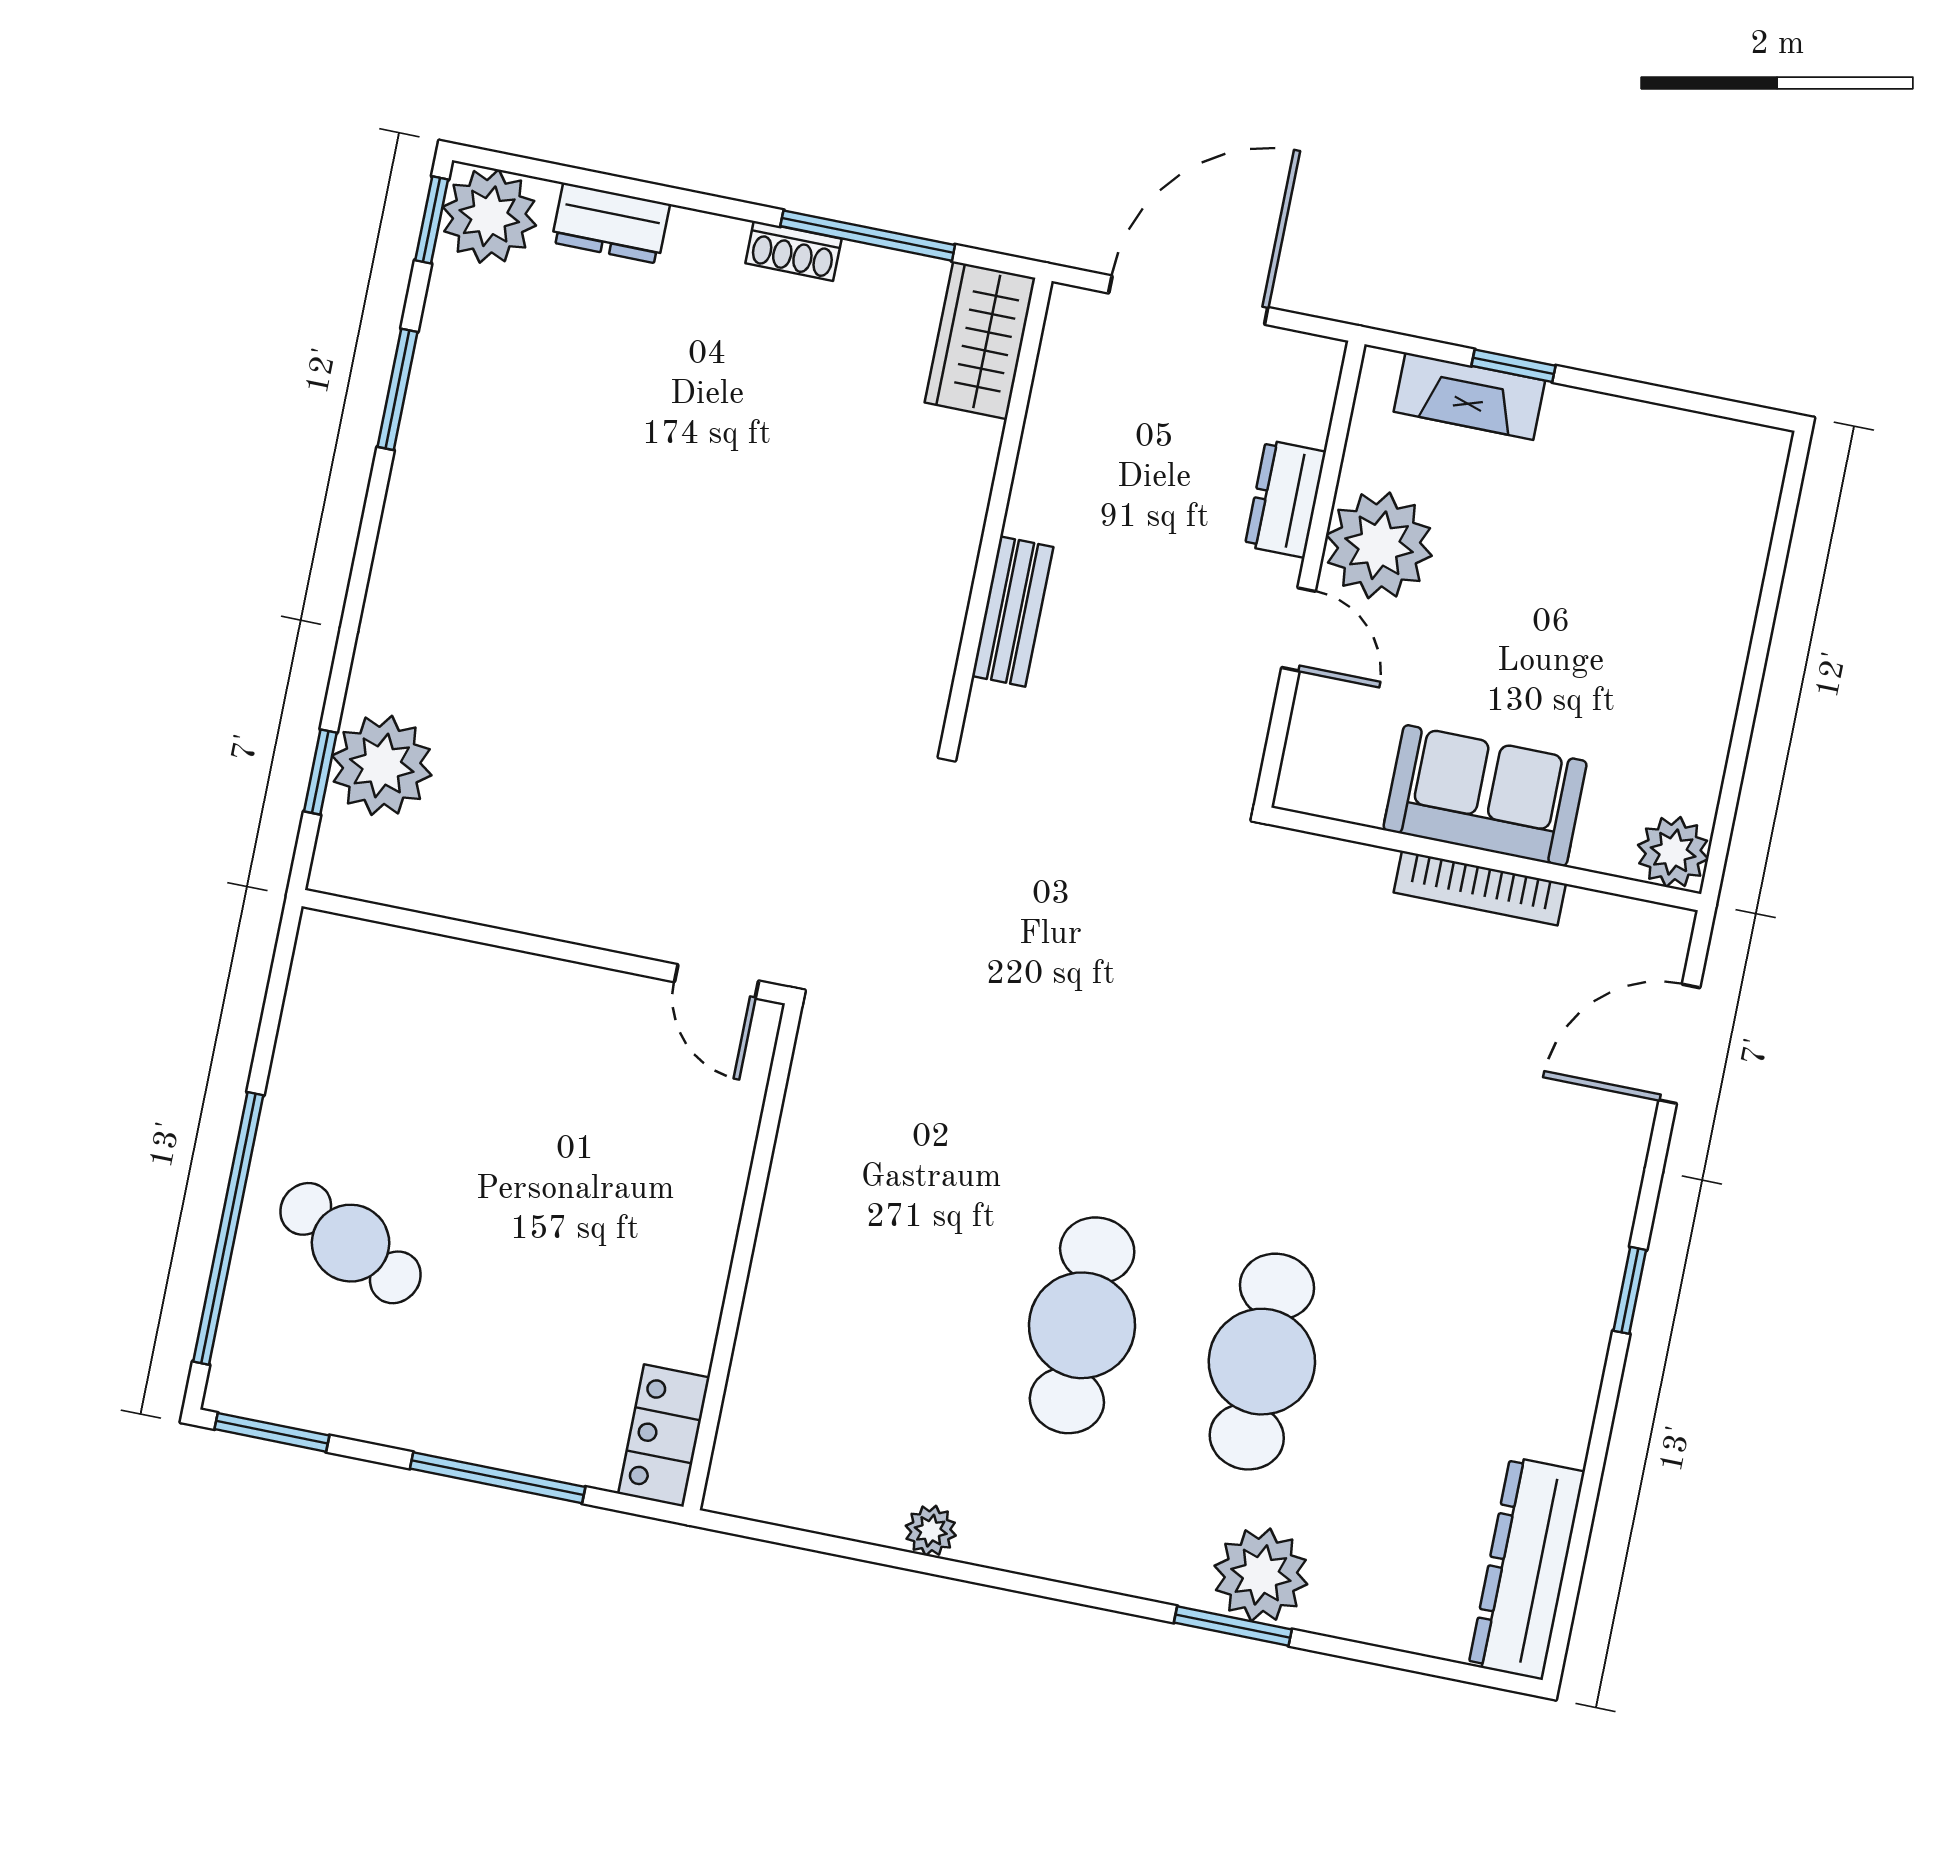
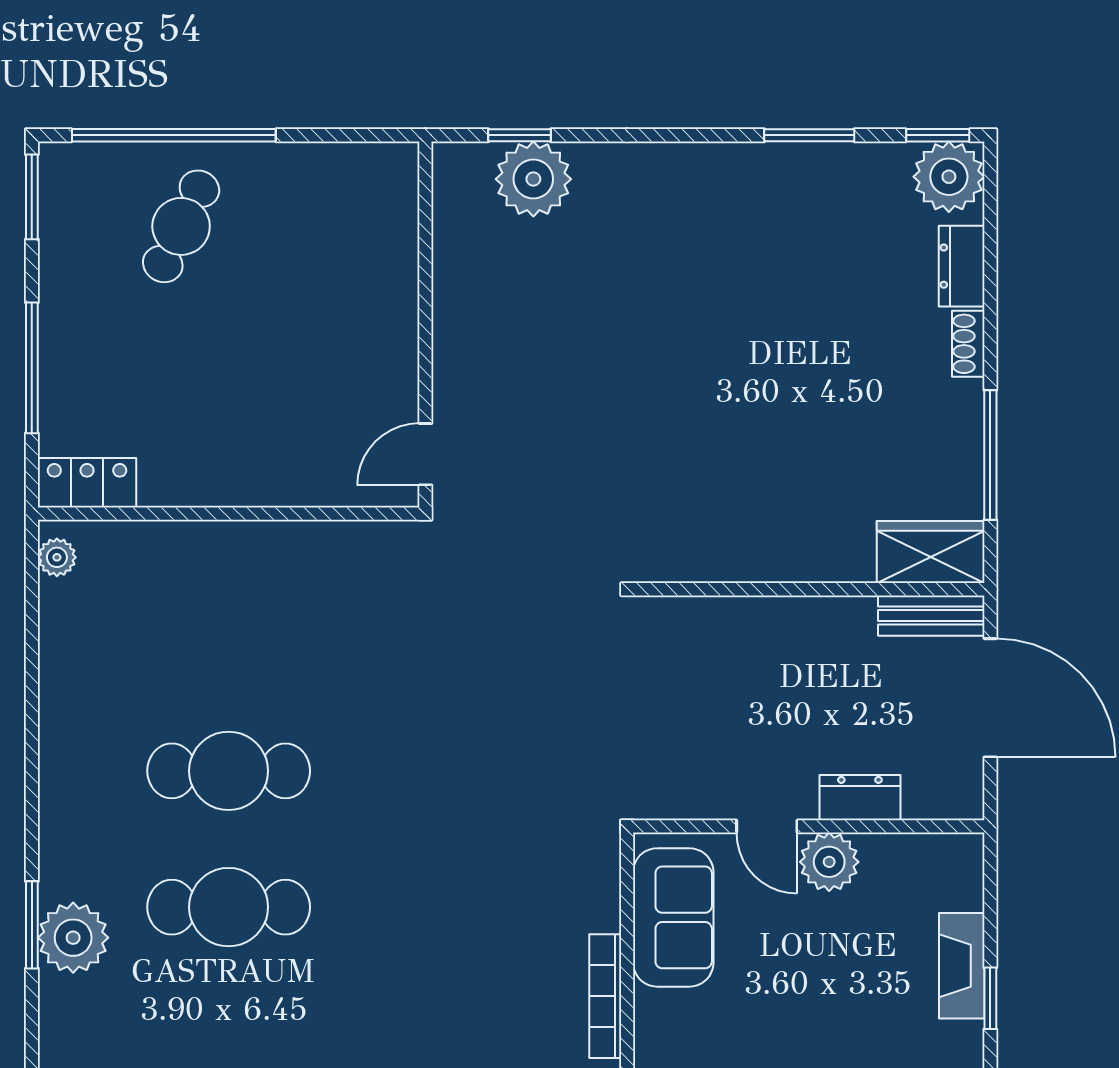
shoe rack: (793, 251) -> (968, 344), moved
window: (1513, 366) -> (990, 998), moved
fireplace: (1469, 396) -> (962, 966), moved
plant: (1379, 545) -> (829, 862), width x0.73, depth x0.73
bench: (1013, 611) -> (931, 616), moved
door: (1299, 629) -> (767, 826), hinge flipped
sofa: (1485, 796) -> (673, 917), moved
plant: (931, 1531) -> (57, 557), moved

